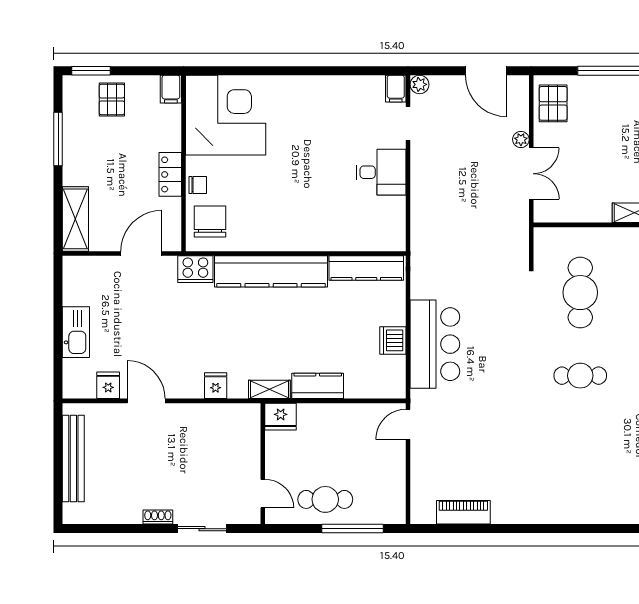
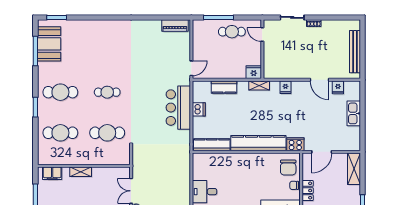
cafe table: (580, 293) -> (107, 133), turned 90
kitchen counter: (318, 386) -> (224, 87), moved
piano: (463, 512) -> (175, 25), moved

